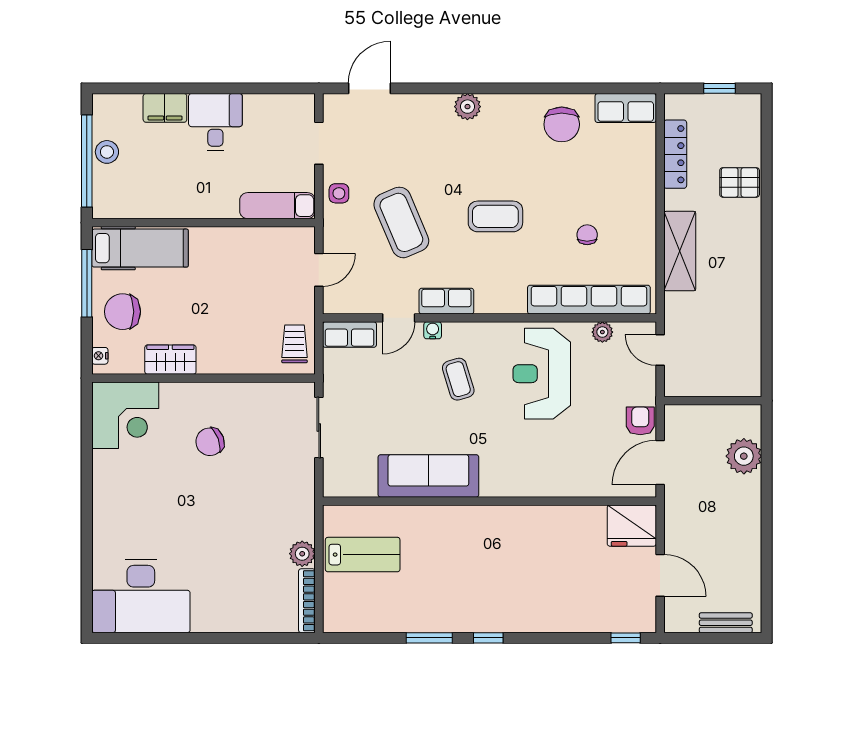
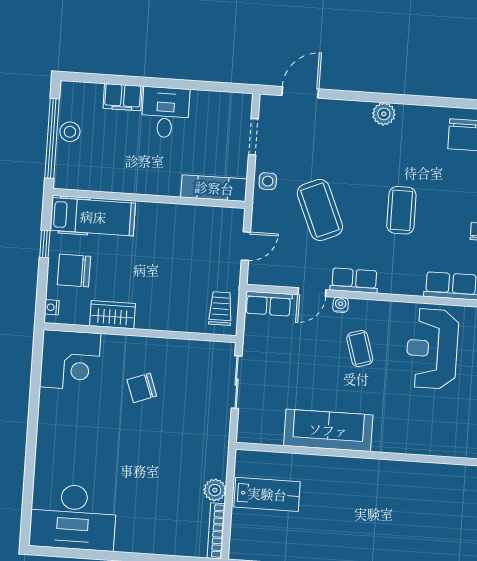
coffee table: (495, 216) -> (401, 210), turned 90
window: (87, 283) -> (45, 244), width x0.46

